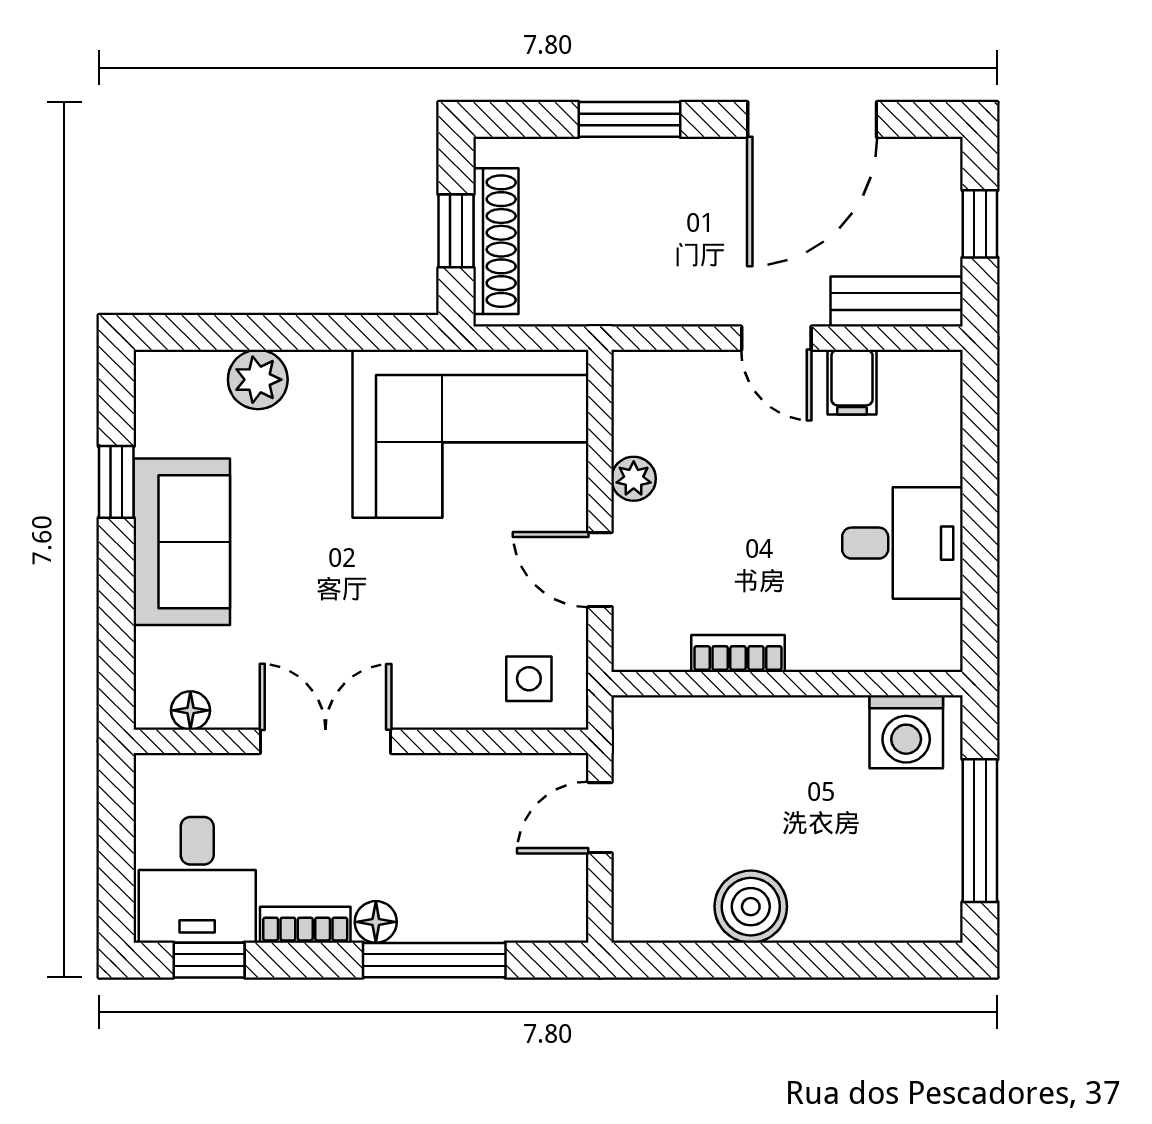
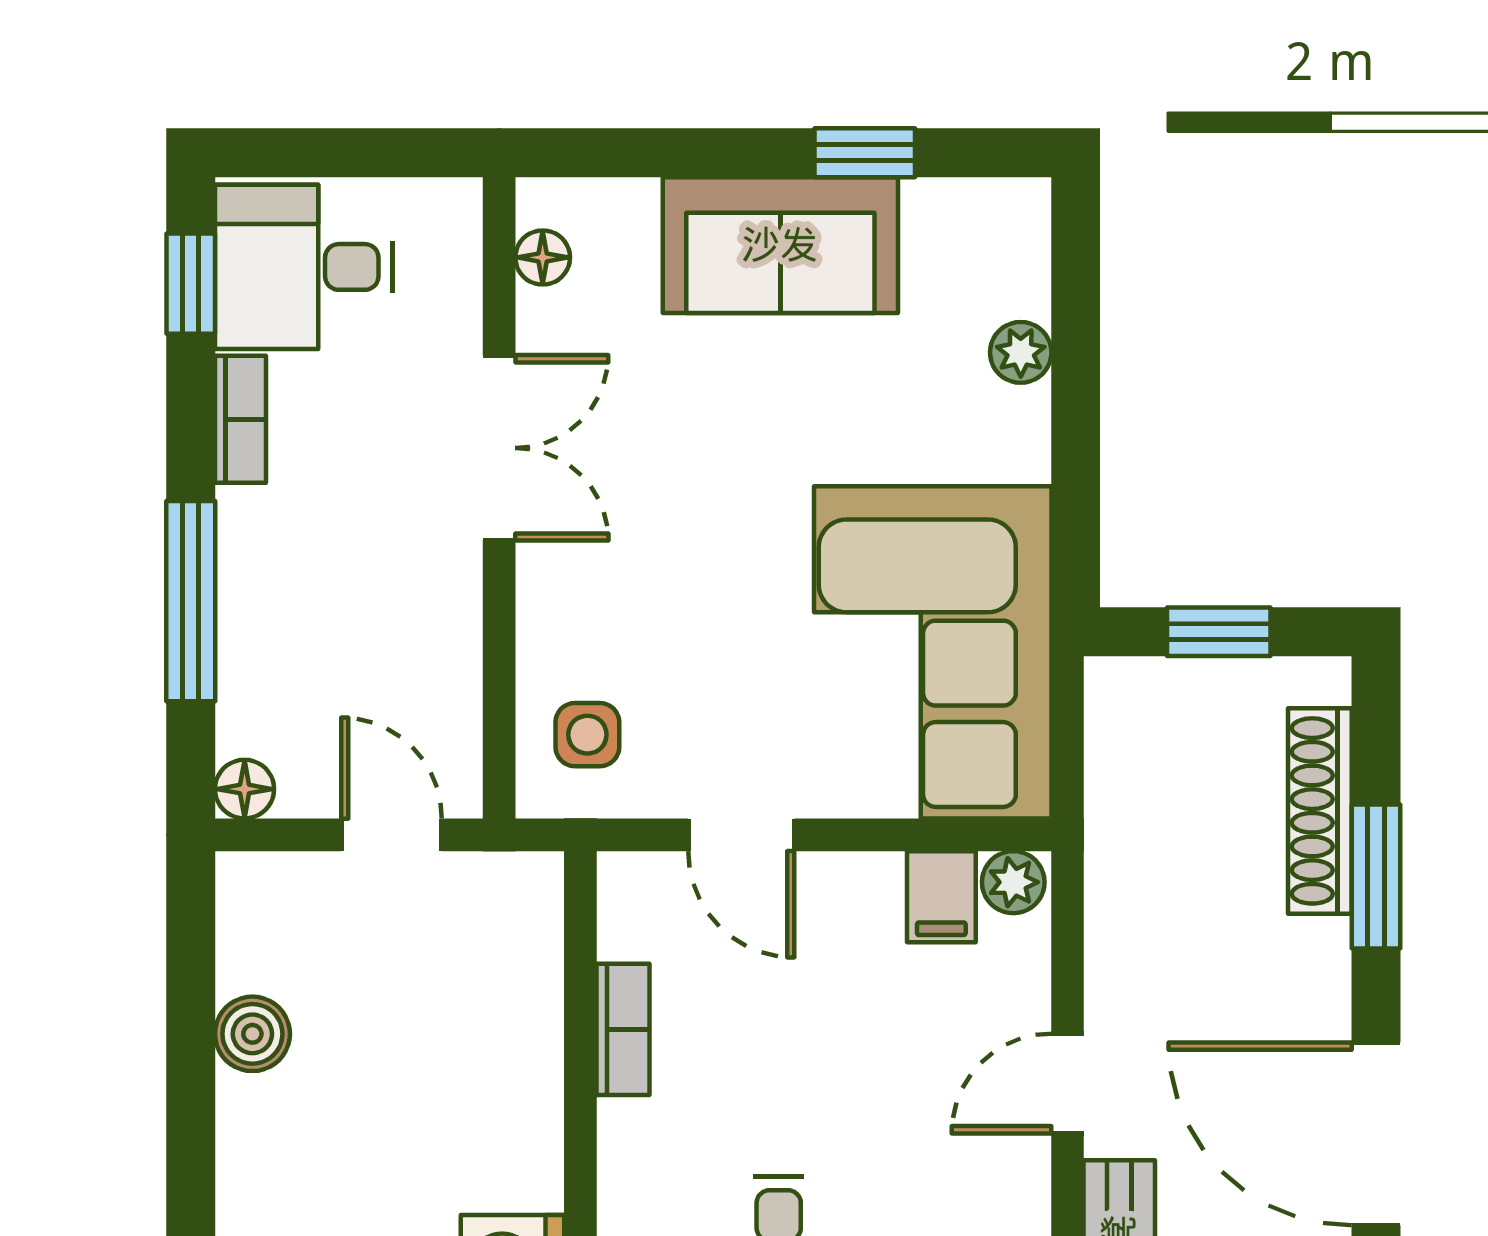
shoe rack: (496, 241) -> (1320, 811), moved, turned 90
plant: (258, 380) -> (1021, 352), width x0.73, depth x0.73
filing cabinet: (852, 382) -> (941, 897), moved, turned -90
plant: (634, 479) -> (1013, 882), moved
door: (600, 570) -> (741, 835), swing flipped
boiler: (751, 907) -> (252, 1034), width x0.73, depth x0.73
floor lamp: (376, 922) -> (245, 789), moved

